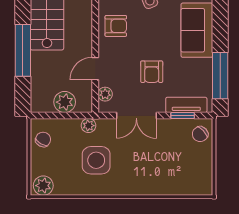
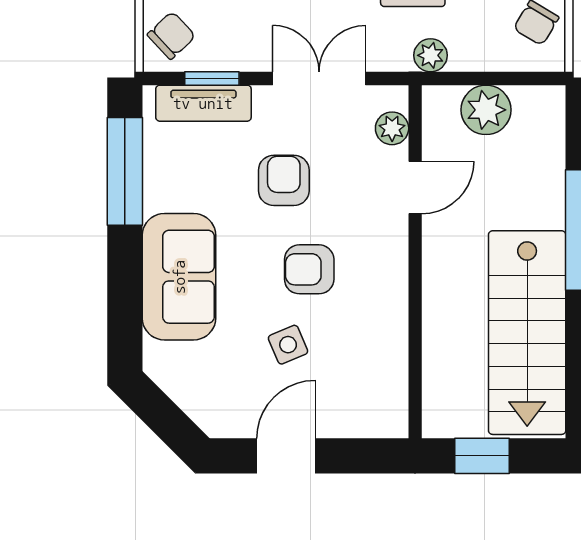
armchair: (116, 26) -> (309, 269), moved

